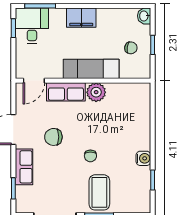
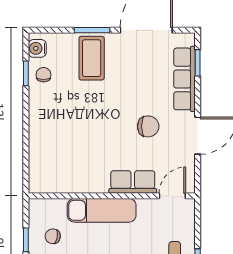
plant: (96, 92) -> (96, 182), removed
chair: (90, 156) -> (44, 75), moved
water cooler: (143, 158) -> (37, 48), moved
row of seats: (24, 167) -> (185, 79), width x1.48

